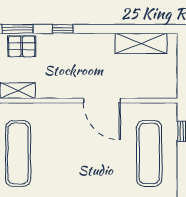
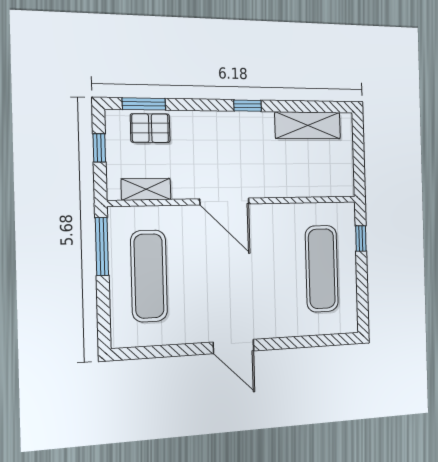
window: (63, 29) -> (248, 106), moved
door: (102, 101) -> (224, 201), moved

